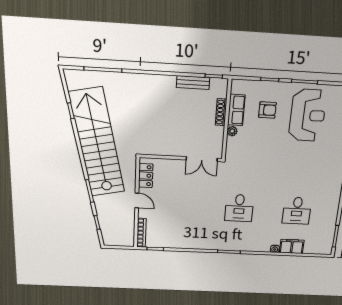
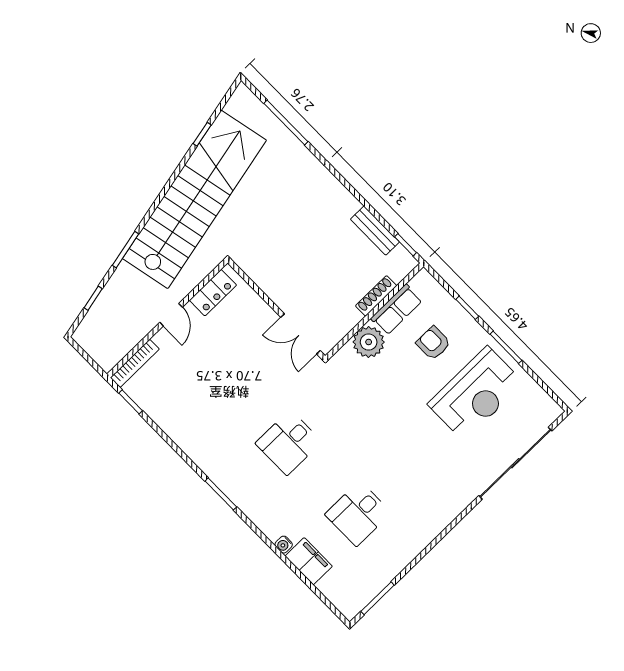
armchair: (267, 110) -> (433, 343), turned 180
plant: (232, 131) -> (369, 342), width x1.87, depth x1.87

